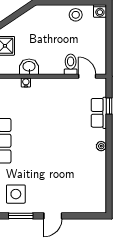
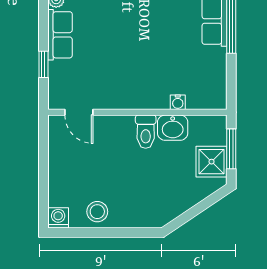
toilet: (71, 64) -> (146, 132), moved
row of seats: (99, 113) -> (60, 35), moved

